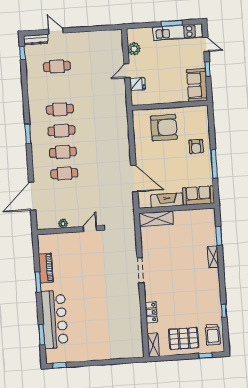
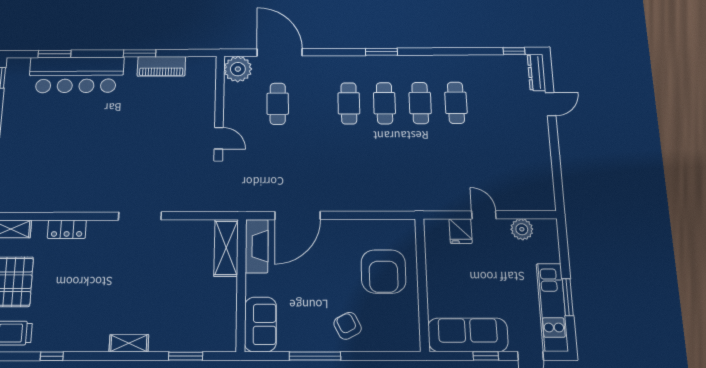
cafe table: (57, 66) -> (456, 103), moved
sofa: (197, 85) -> (468, 335), width x1.36
armchair: (196, 147) -> (348, 326), turned 63
cafe table: (64, 174) -> (278, 104), moved
fireplace: (167, 200) -> (257, 246), moved
plant: (63, 224) -> (238, 69), moved, width x1.87, depth x1.87
shelving: (213, 257) -> (129, 343), moved

